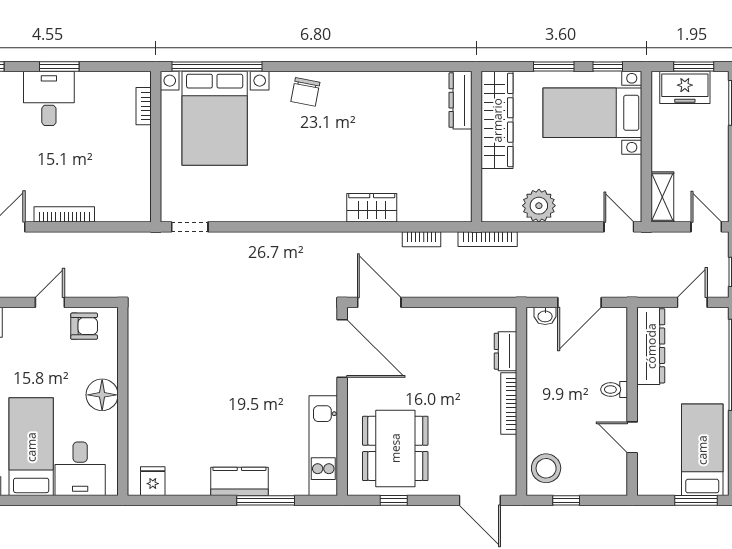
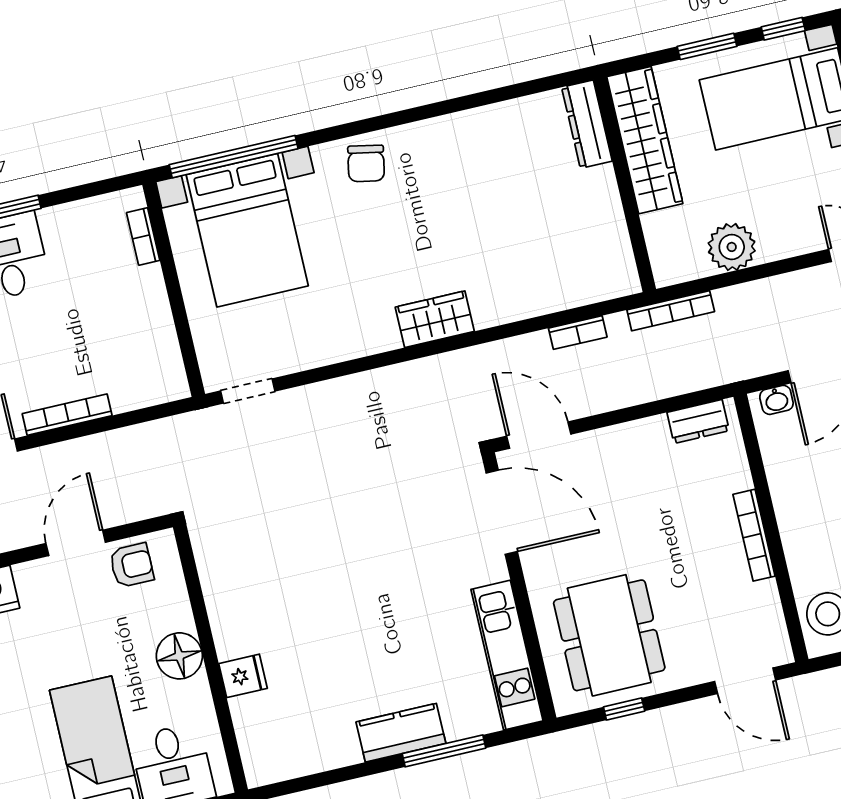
wardrobe: (372, 208) -> (435, 319), moved
door: (50, 302) -> (76, 543), width x1.37
dresser: (506, 351) -> (698, 421), moved, turned -90
fridge: (153, 481) -> (243, 676), moved, turned 90

